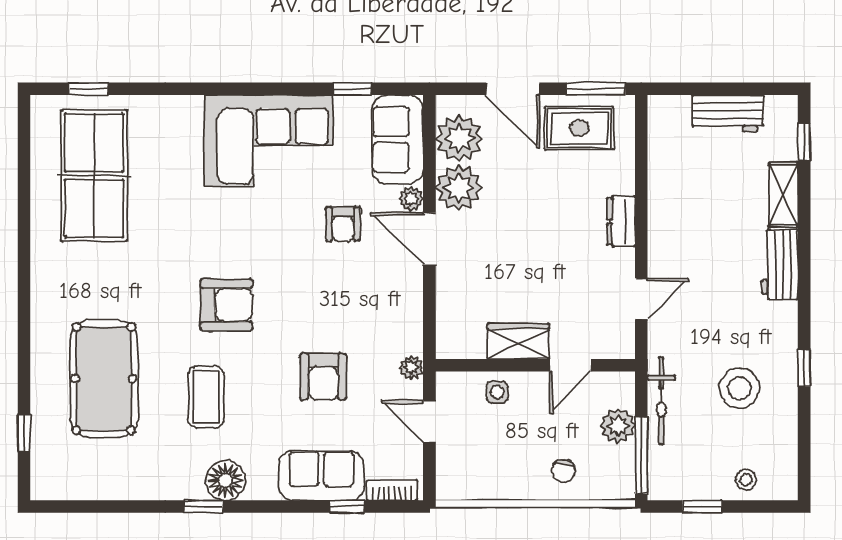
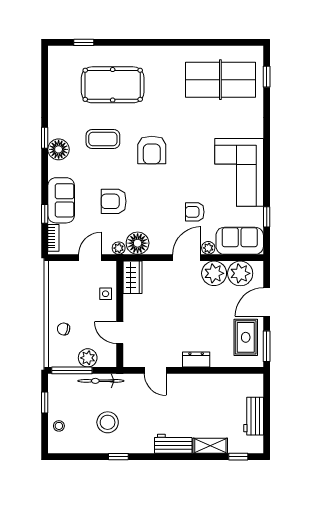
floor lamp: (402, 332) -> (138, 243), added
wardrobe: (518, 341) -> (133, 277), moved

